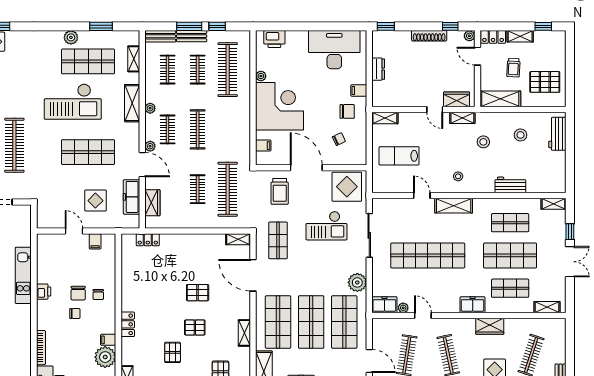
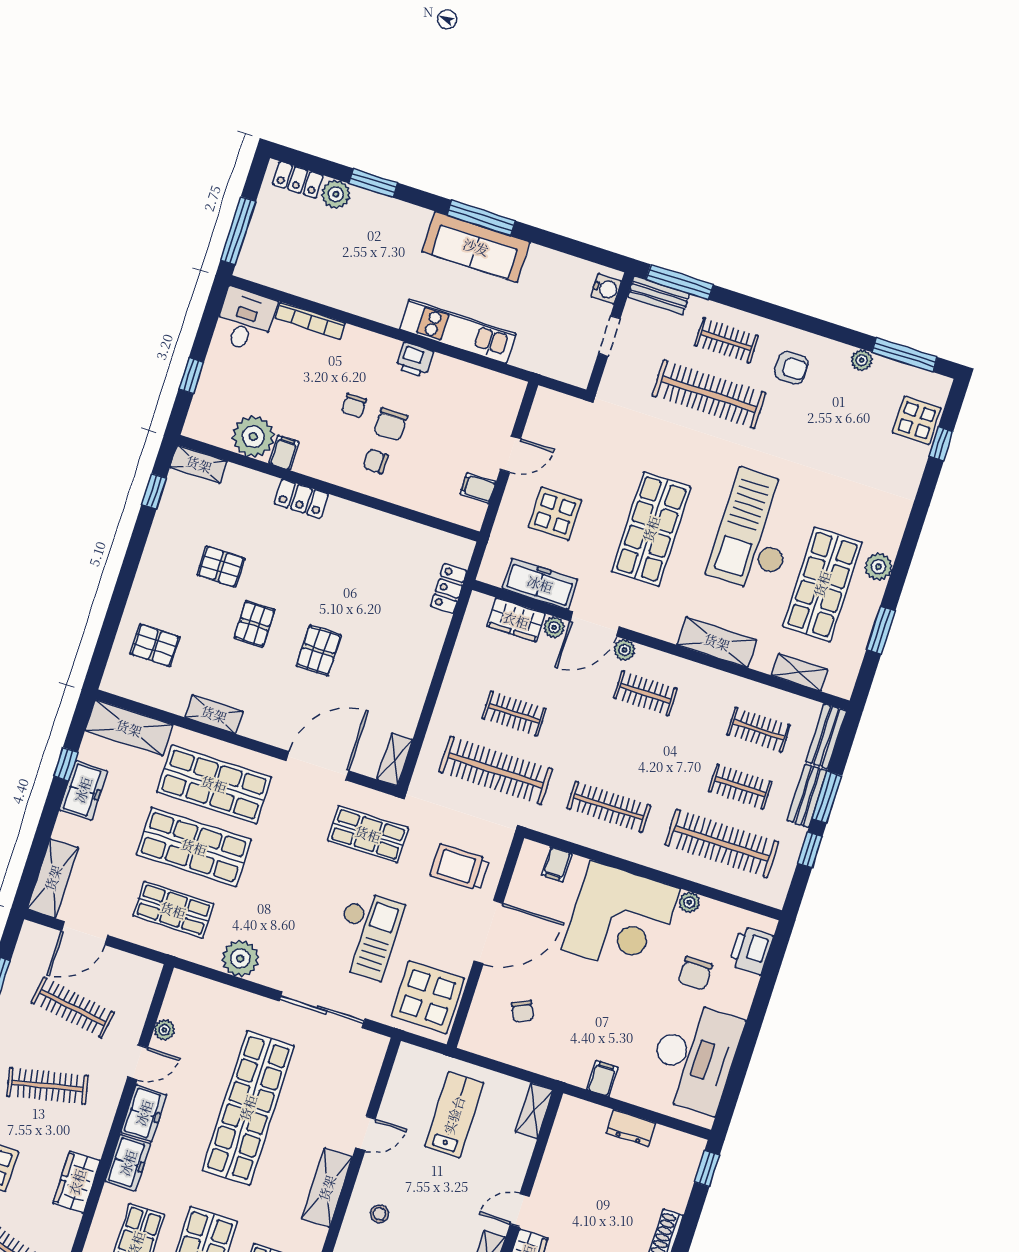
plant: (150, 108) -> (554, 627), moved
chair: (347, 111) -> (695, 973), moved
clothes rail: (198, 129) -> (609, 807), moved
checkout: (326, 226) -> (366, 935), turned 180
chair: (78, 293) -> (391, 424), turned -90
freezer: (384, 305) -> (144, 1113), moved
shop shelf: (344, 322) -> (173, 910), width x0.70, depth x0.74

